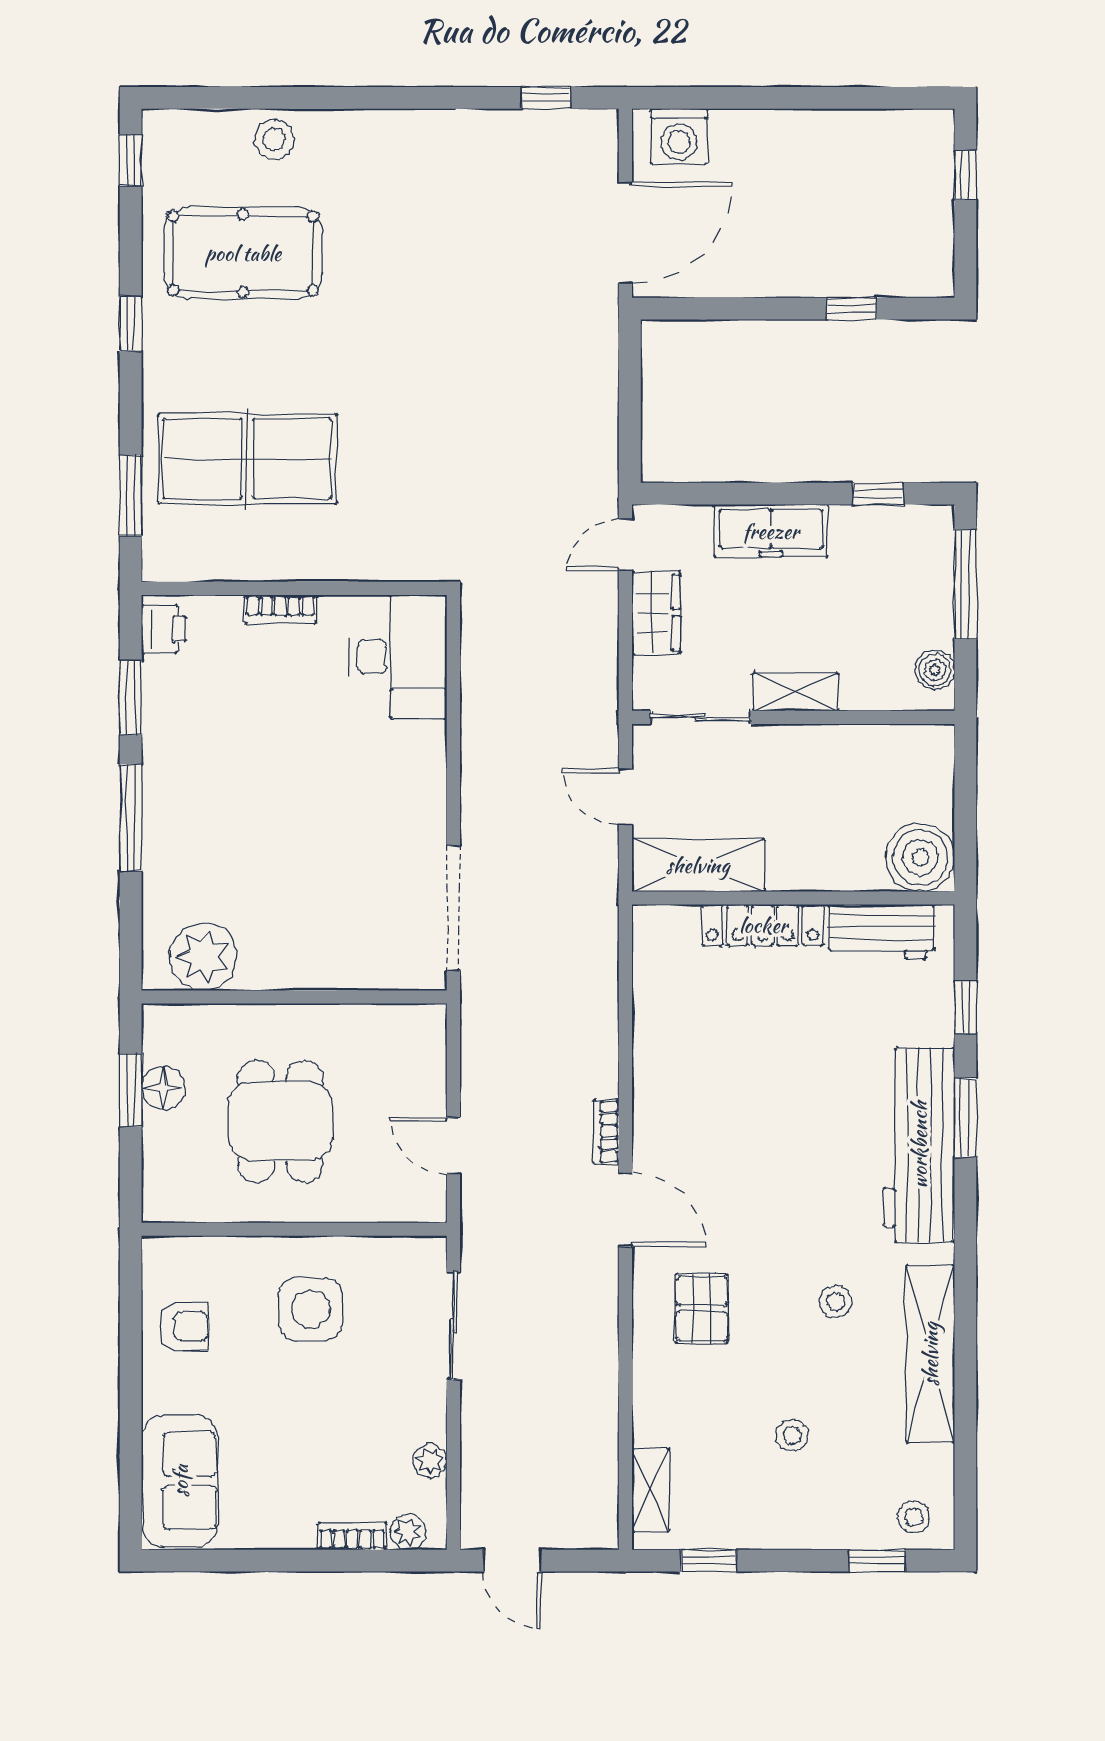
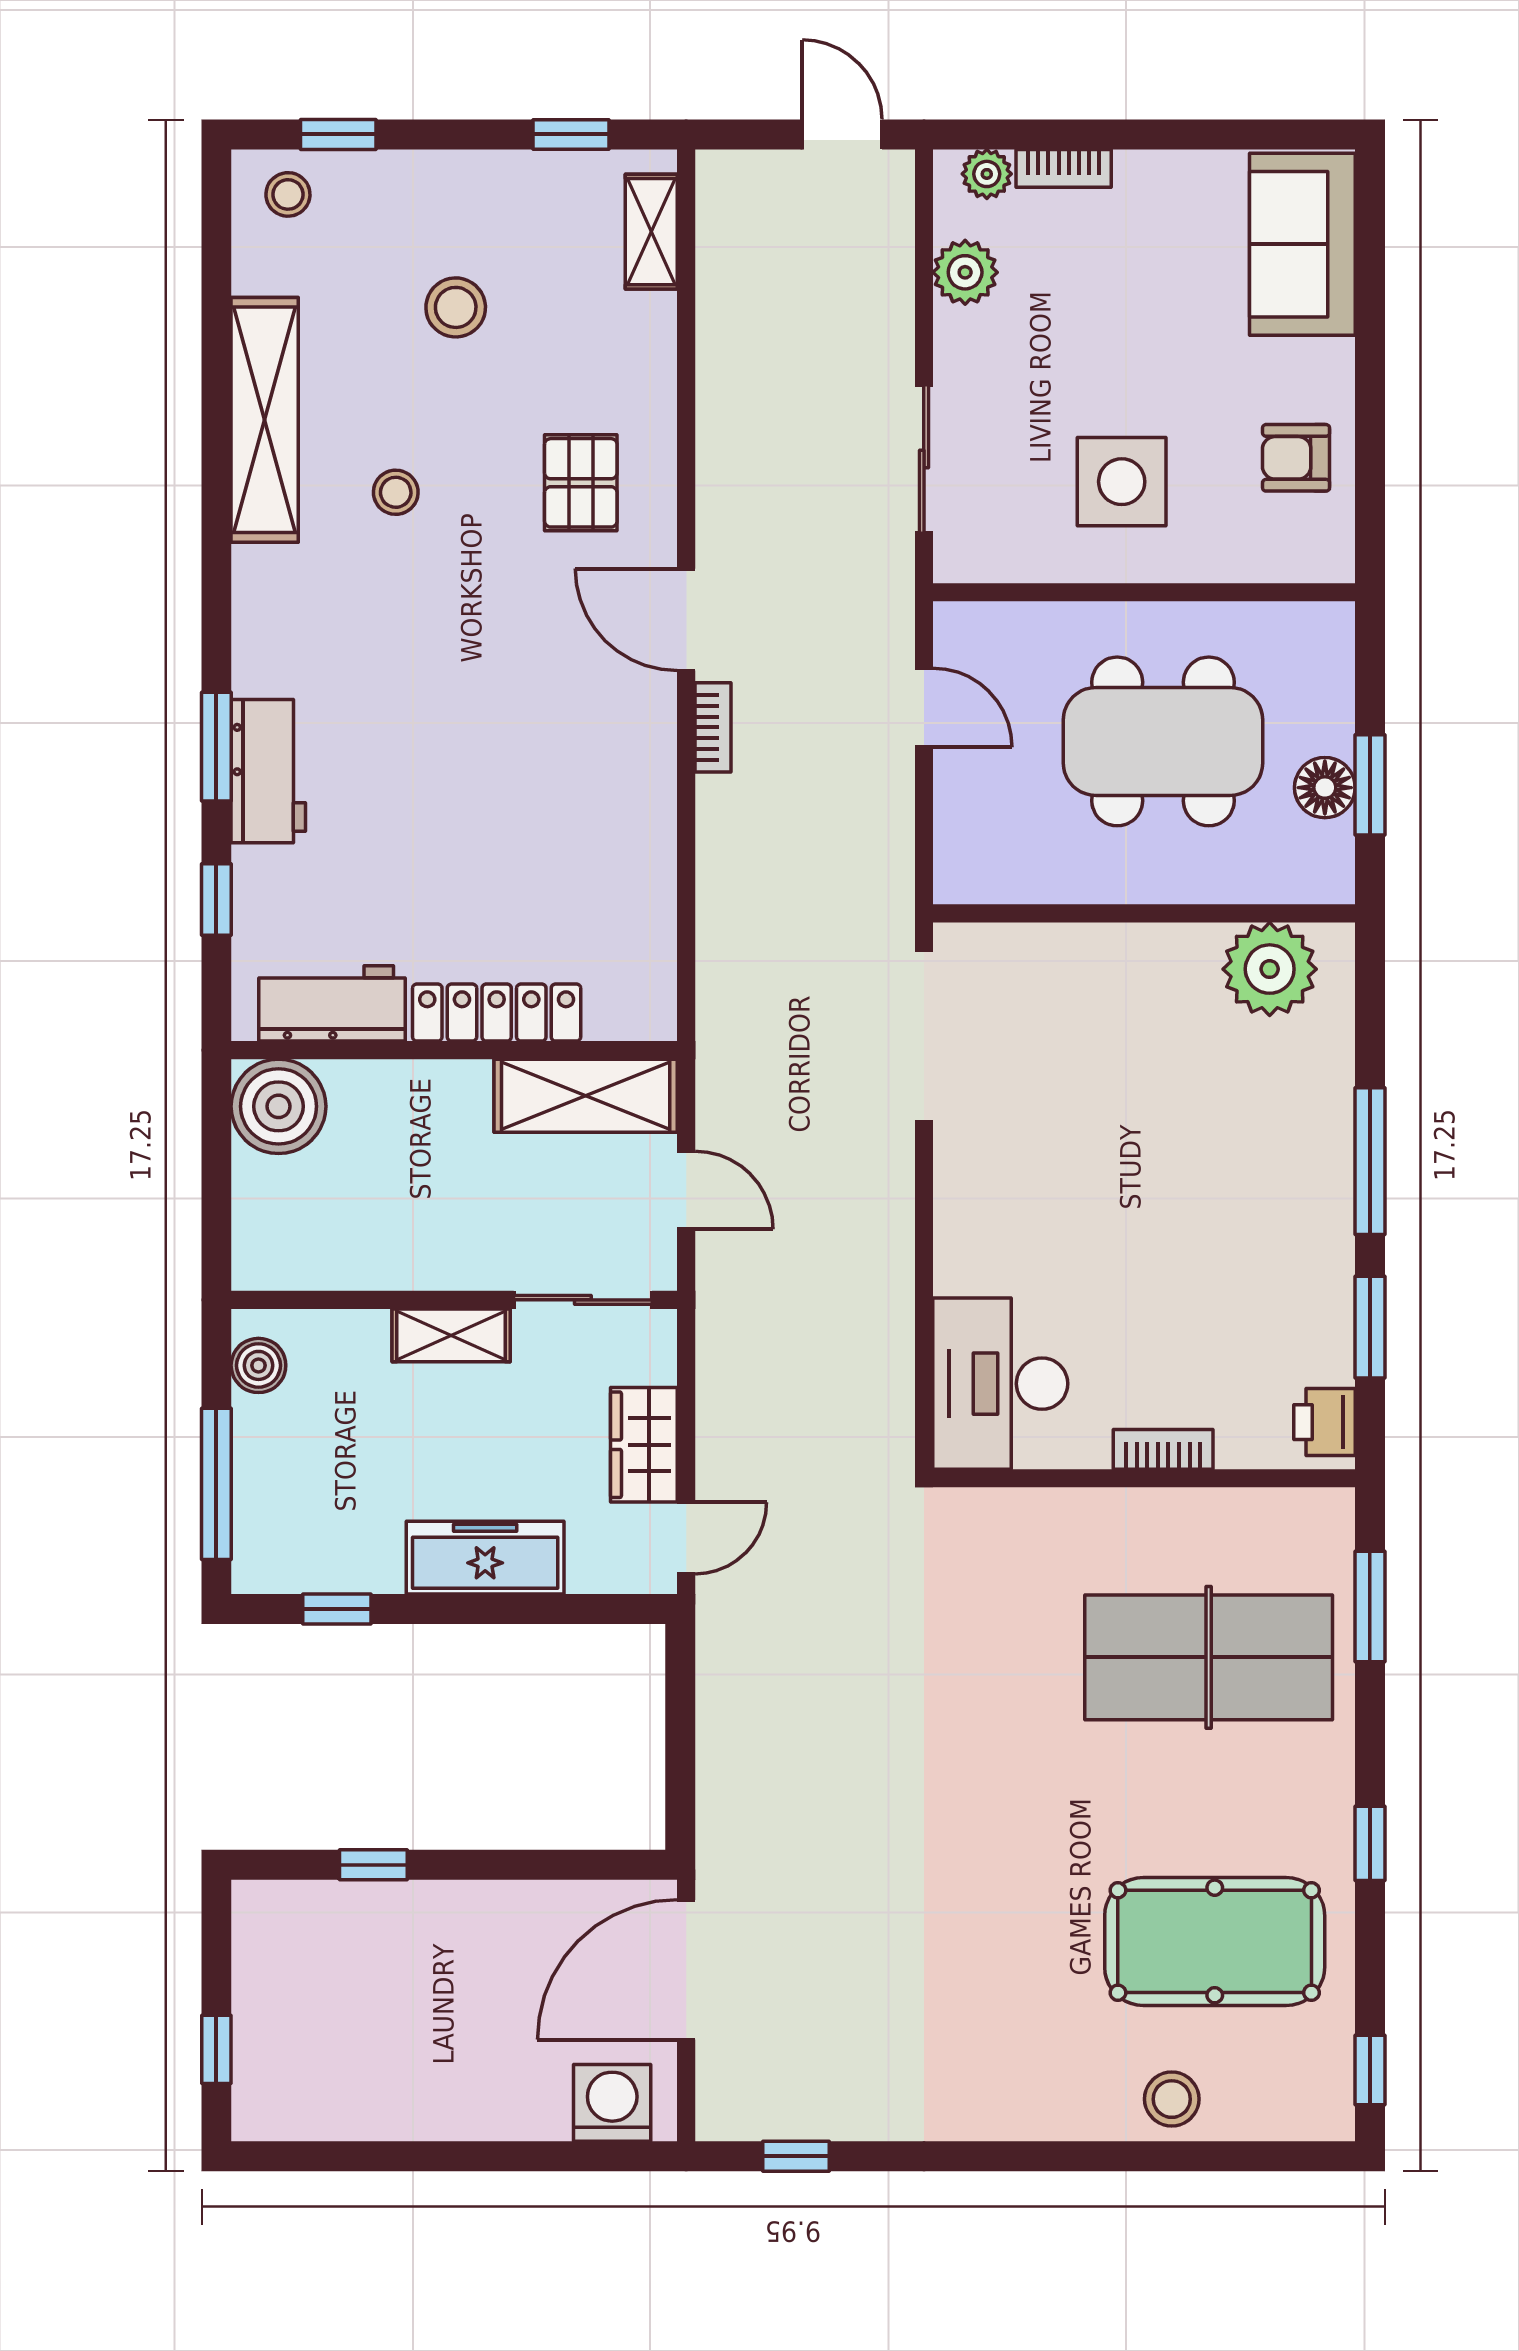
dining table: (280, 1121) -> (1163, 741), width x1.38
workbench: (919, 1145) -> (268, 771), width x0.53, depth x0.76
stool: (792, 1435) -> (456, 307), width x1.37, depth x1.37
plant: (430, 1461) -> (965, 272), width x1.38, depth x1.38

